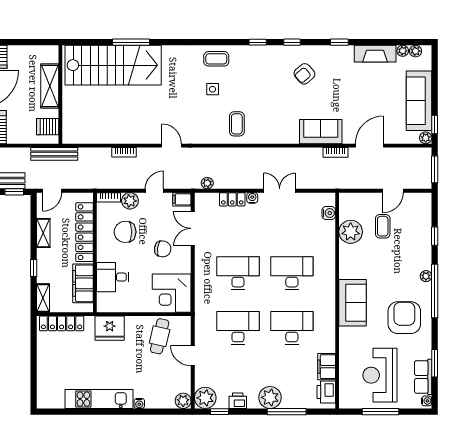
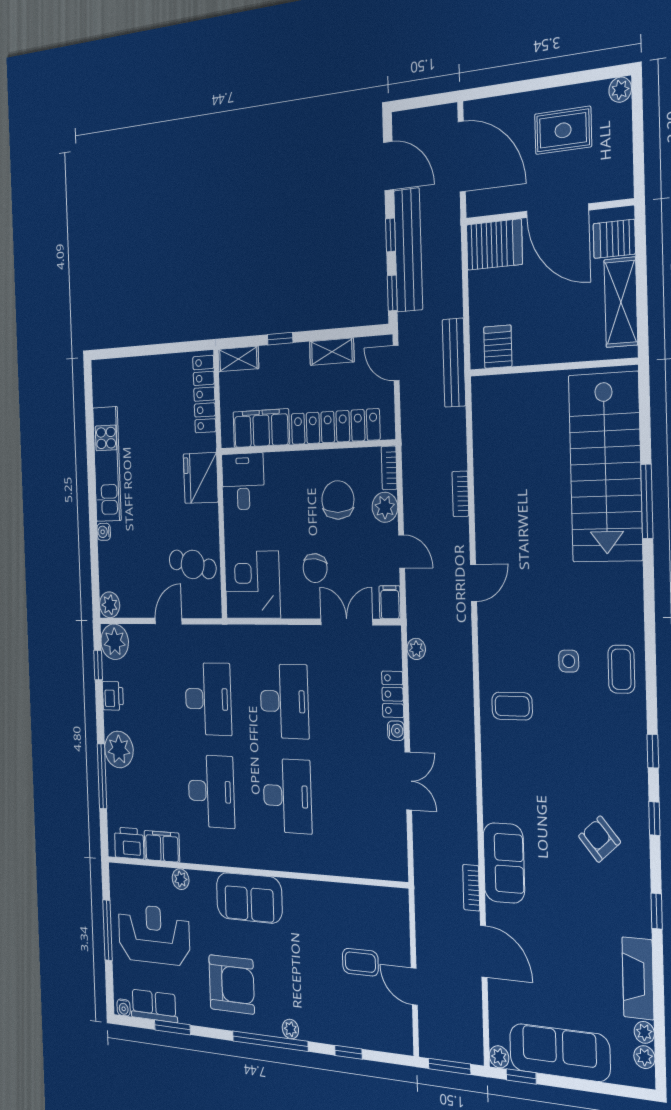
shelving: (50, 86) -> (621, 302), moved, turned 90
water cooler: (329, 213) -> (377, 867), removed
plant: (351, 232) -> (181, 879), moved, width x0.53, depth x0.53
desk: (113, 277) -> (243, 482), moved

